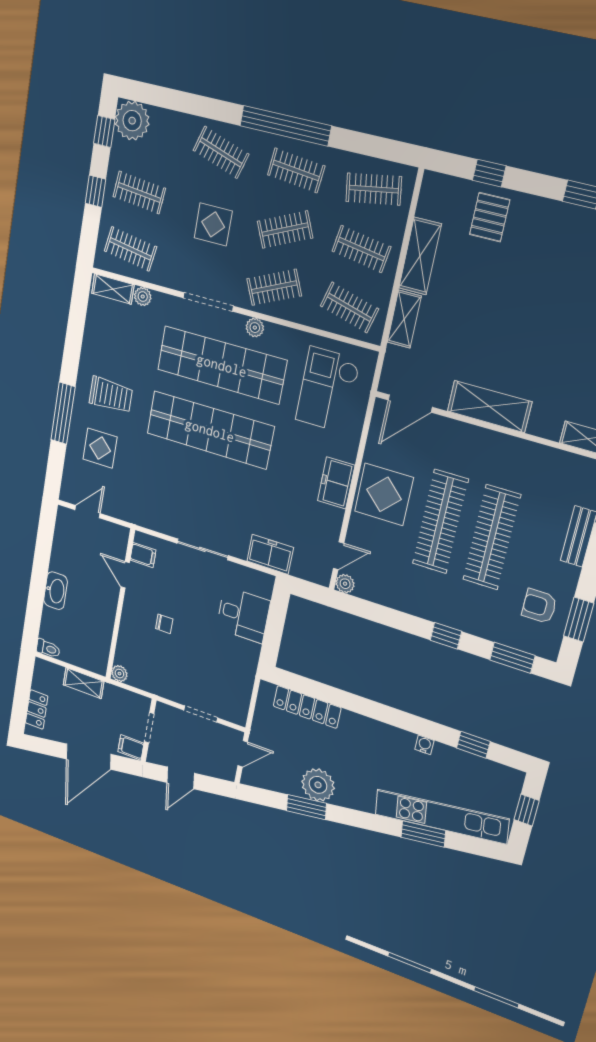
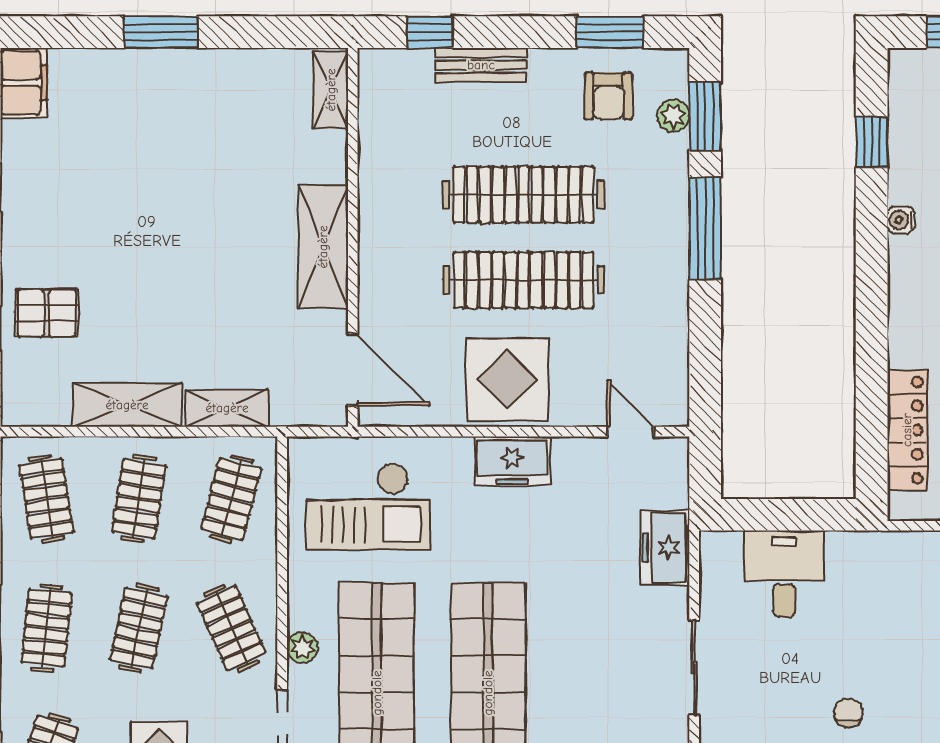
clothes rail: (285, 230) -> (139, 628), turned 36
plant: (345, 584) -> (673, 116), moved
window: (446, 636) -> (705, 228), width x2.17

